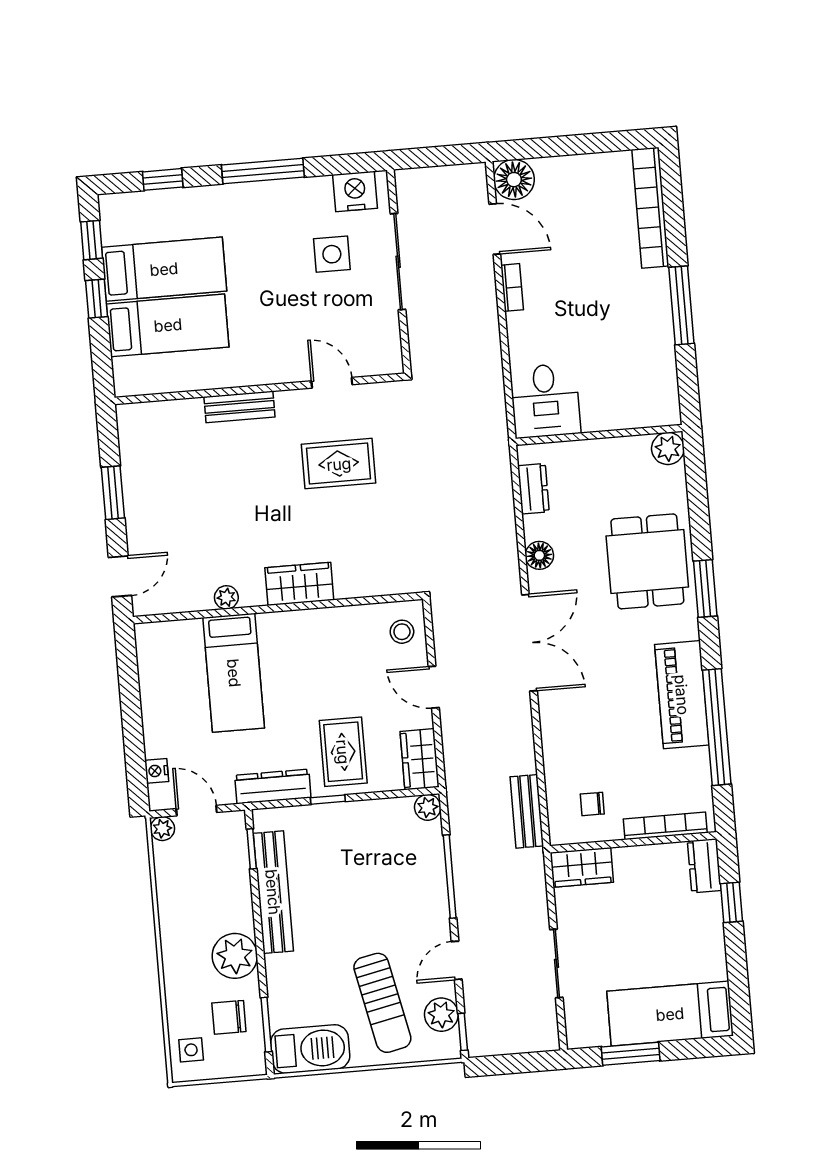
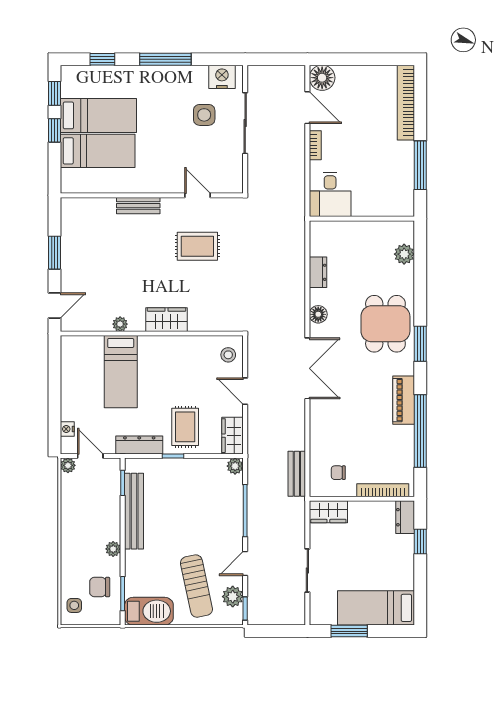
desk: (545, 401) -> (330, 194), moved
wall: (599, 435) -> (362, 219), moved
piano: (682, 695) -> (404, 400), width x0.73, depth x0.75
plant: (235, 956) -> (113, 549), width x0.53, depth x0.53

